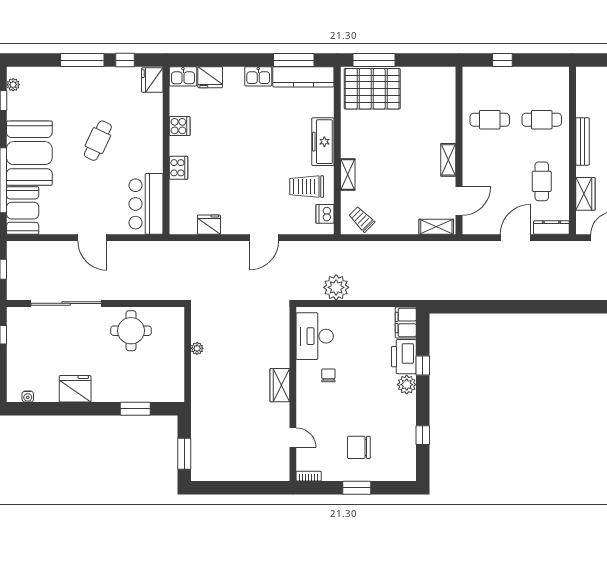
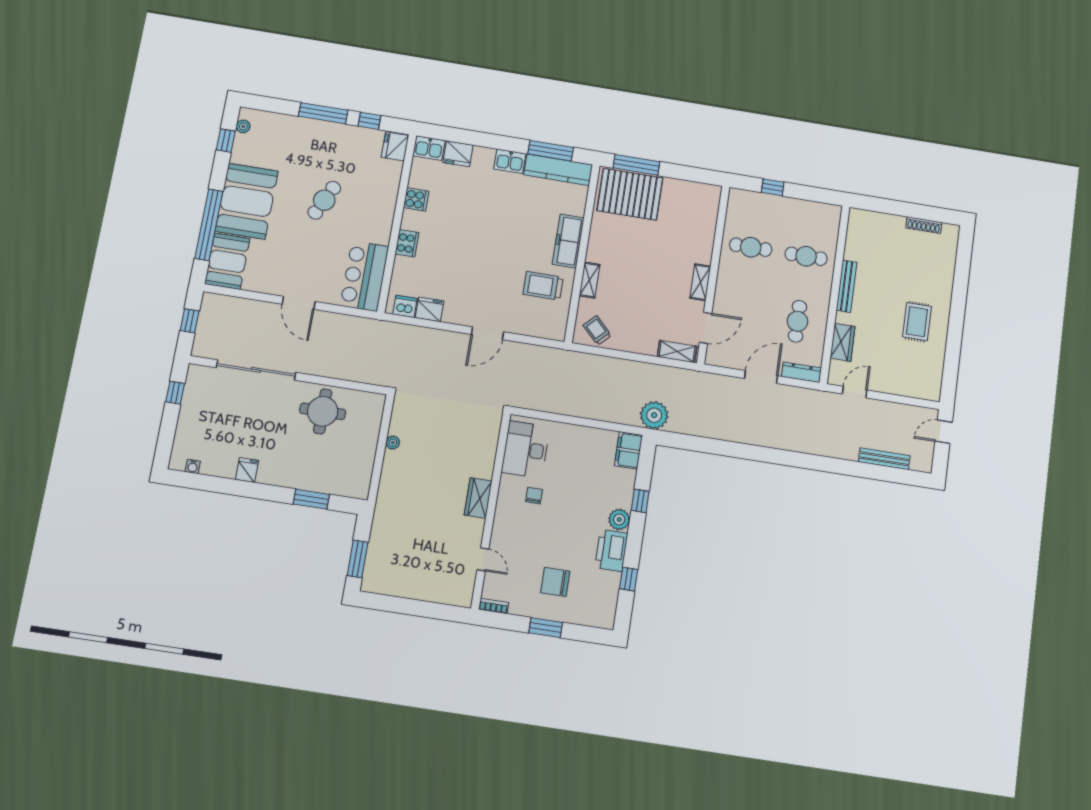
dishwasher: (325, 214) -> (405, 306), moved, turned 90
plant: (336, 287) -> (654, 415), moved
printer: (404, 357) -> (611, 550), moved
fridge: (75, 389) -> (247, 470), width x0.53, depth x0.75

